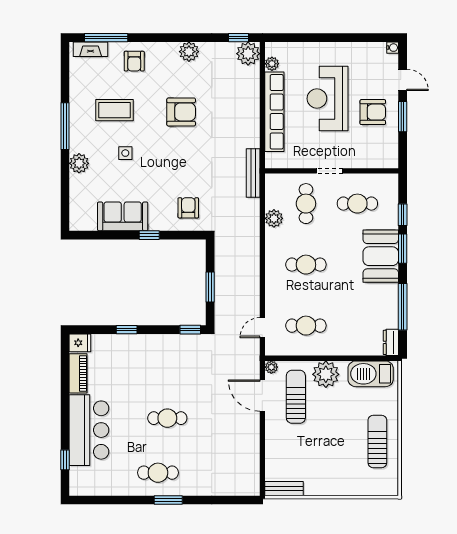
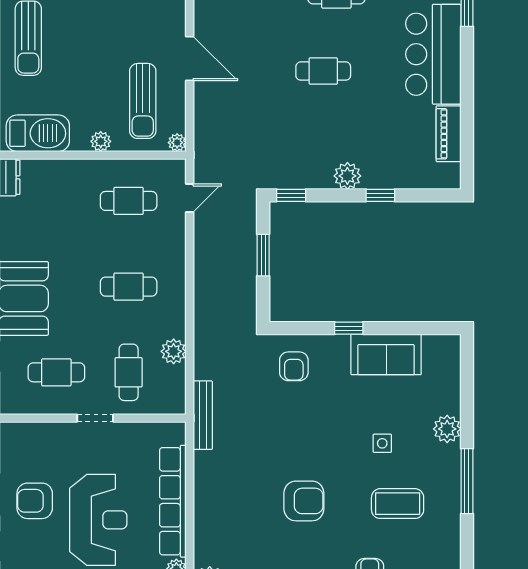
armchair: (181, 112) -> (304, 501), turned 180
fridge: (80, 343) -> (446, 177), removed
plant: (150, 343) -> (347, 176), added
plant: (326, 374) -> (101, 141), width x0.53, depth x0.53
door: (262, 396) -> (190, 58), moved

